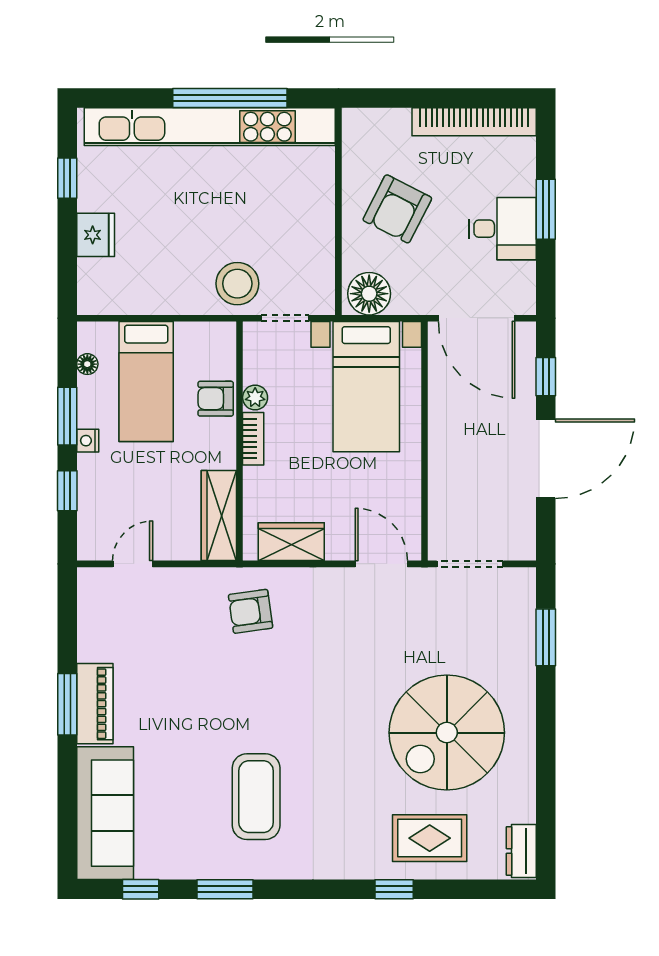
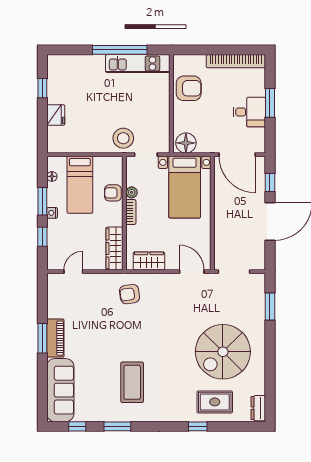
kitchen unit: (210, 127) -> (138, 64), width x0.54
armchair: (397, 209) -> (189, 88), moved, turned -117

